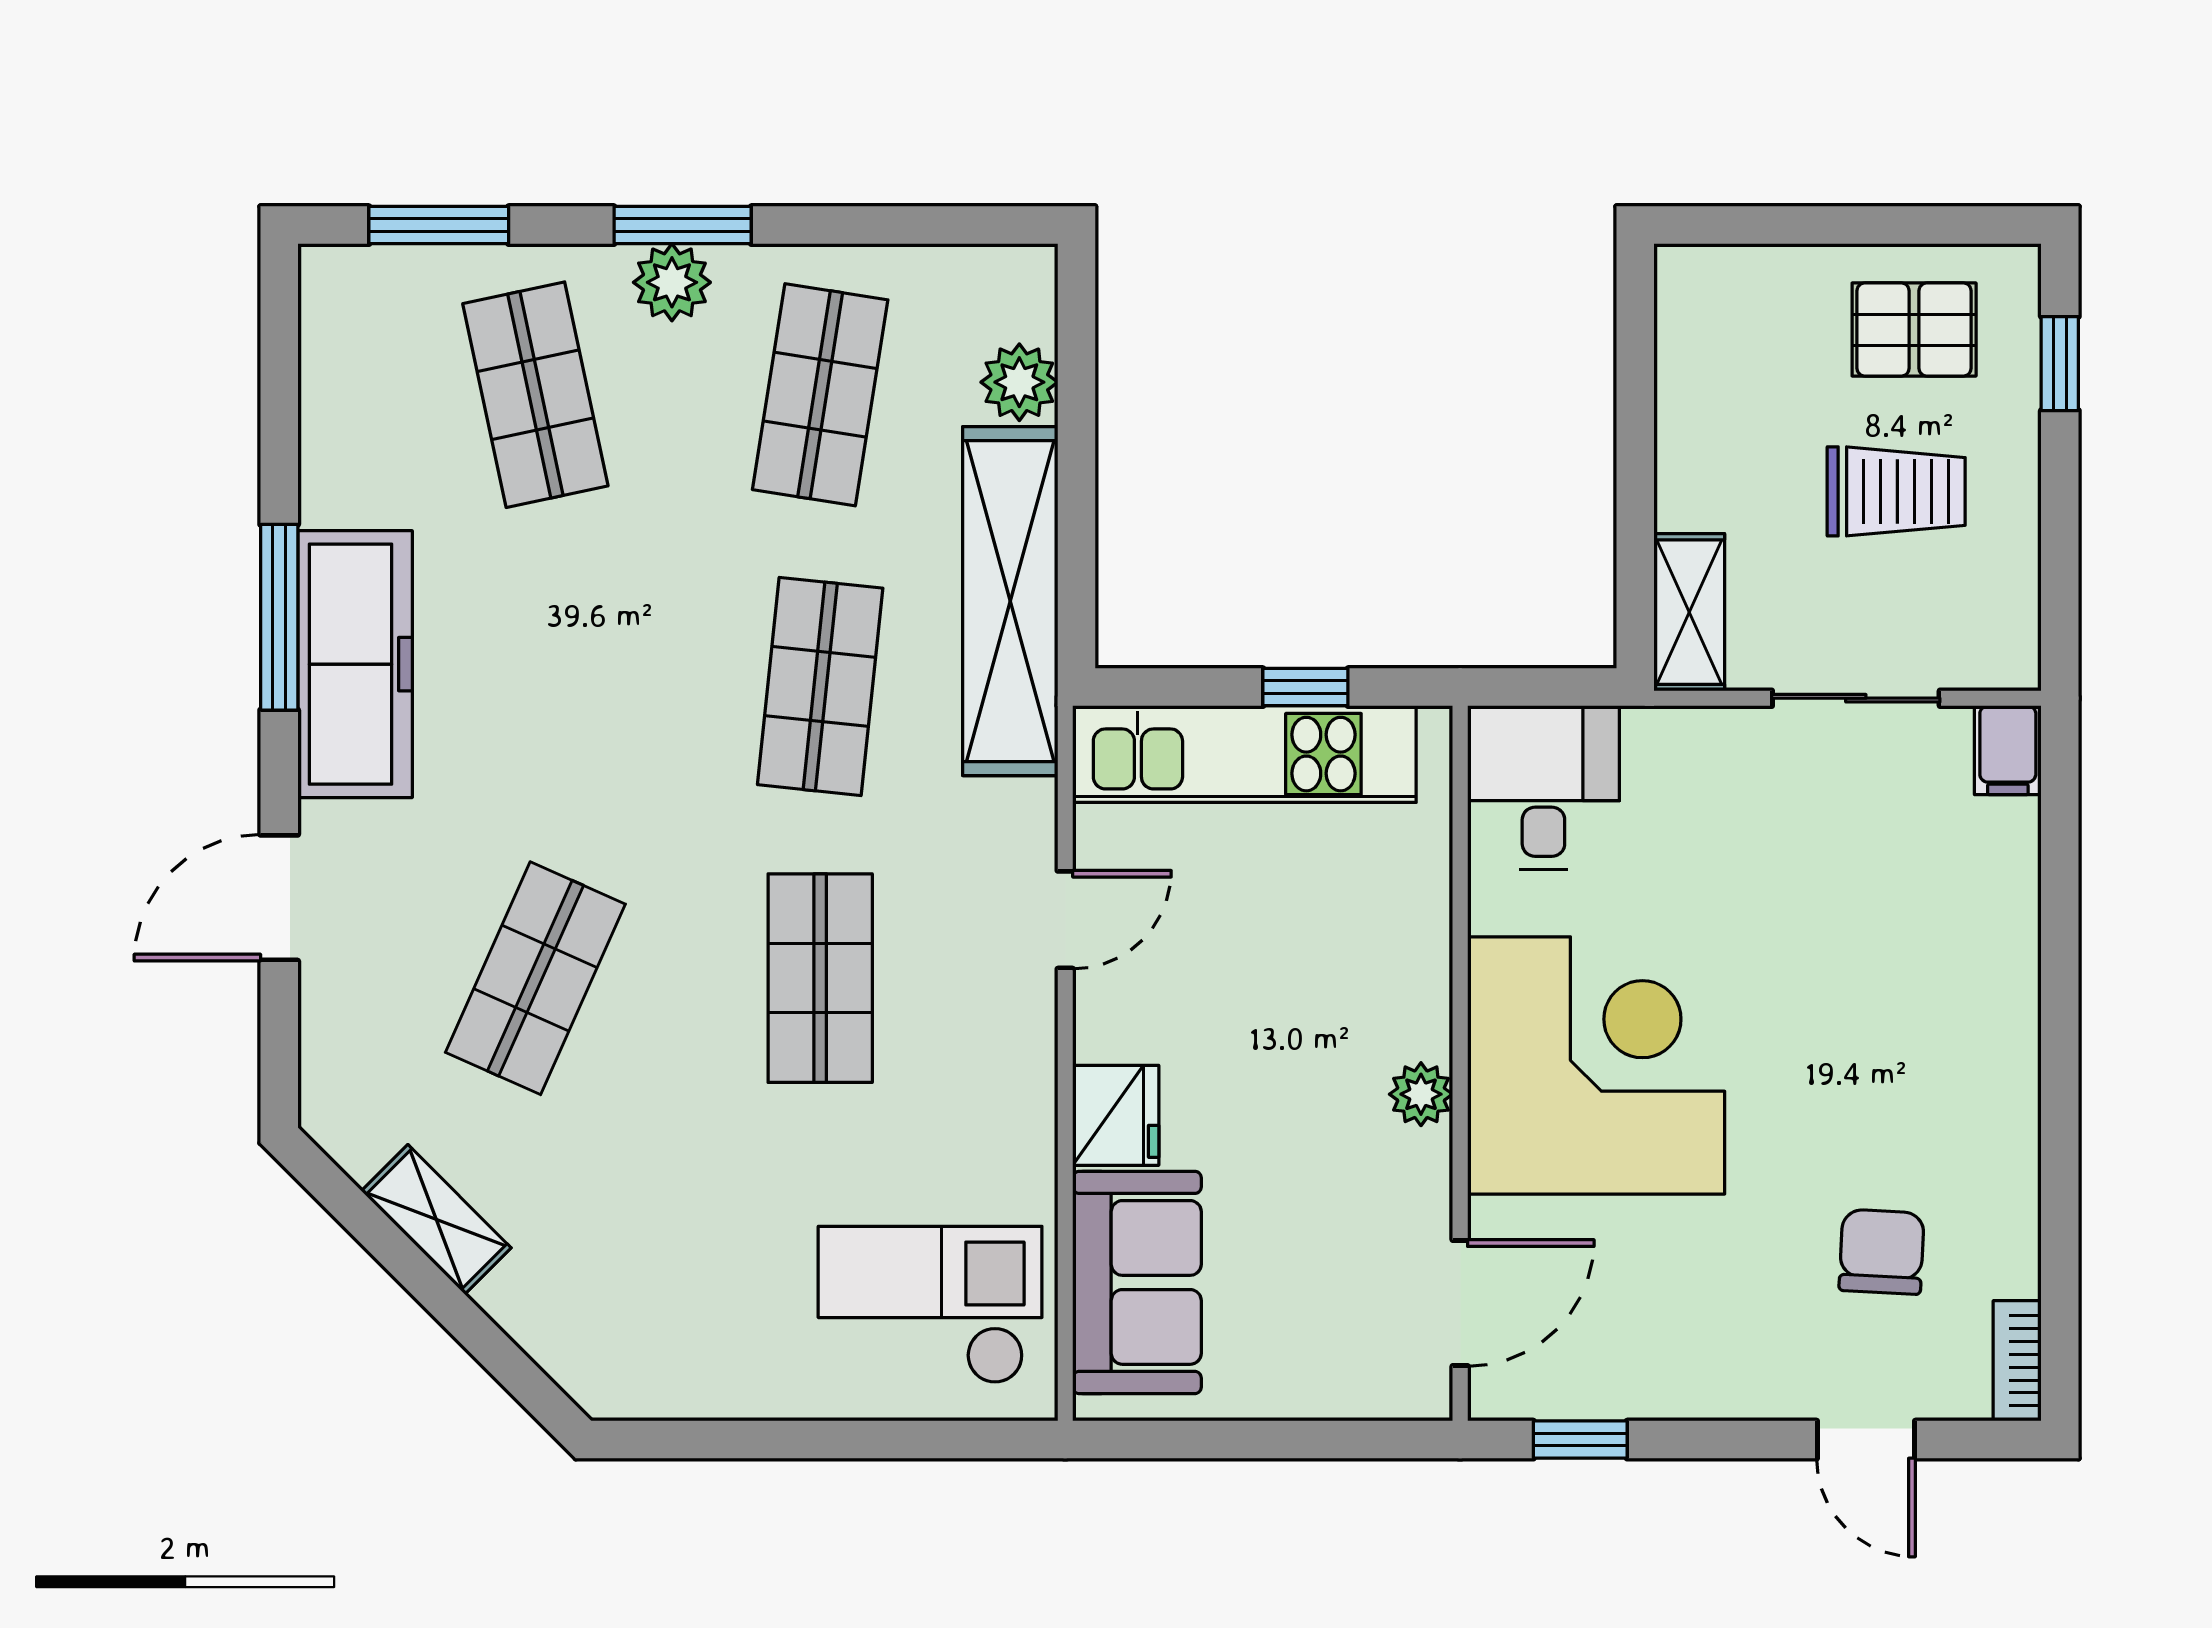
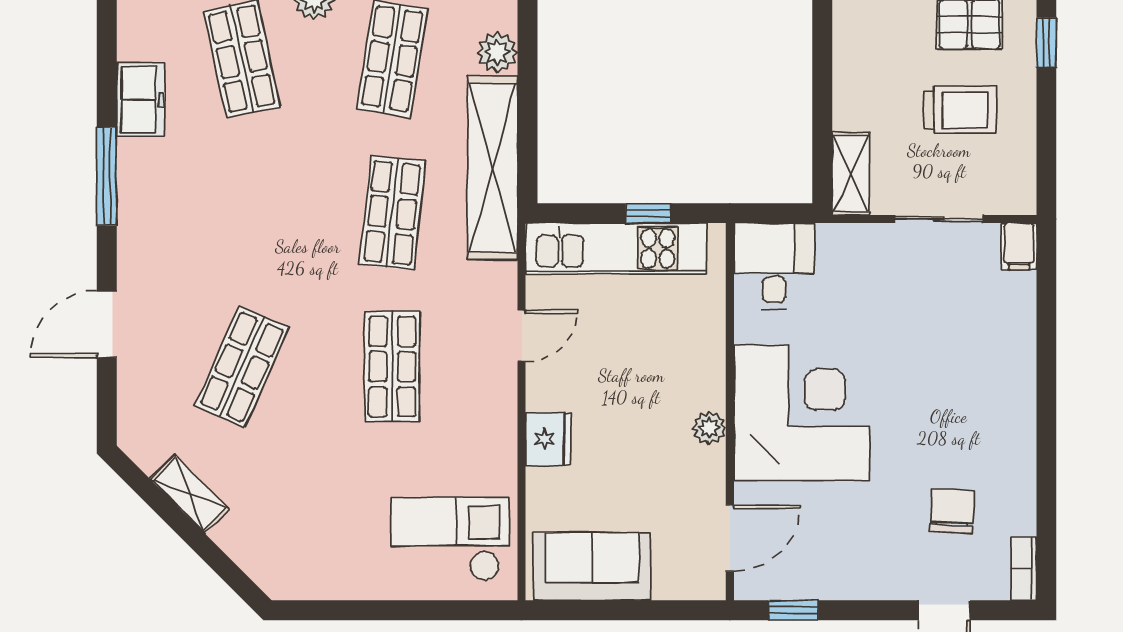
freezer: (355, 664) -> (141, 100), moved, width x0.52, depth x0.79
sofa: (1137, 1282) -> (592, 566), moved, turned -90

